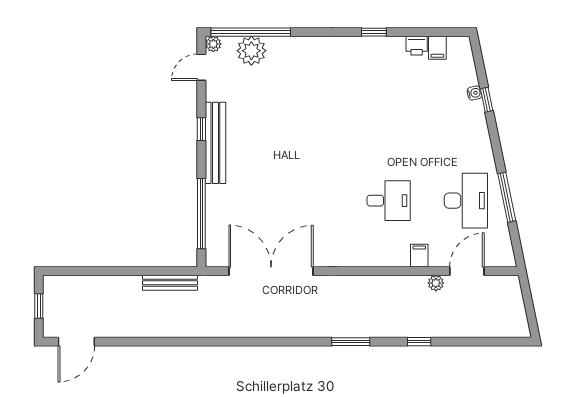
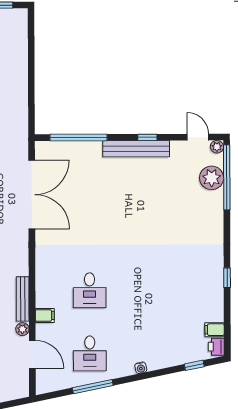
printer: (417, 46) -> (216, 347), moved
water cooler: (474, 93) -> (141, 368), moved
window: (487, 100) -> (194, 365), moved
desk: (466, 201) -> (90, 353), width x0.73
bench: (170, 283) -> (23, 299), moved

